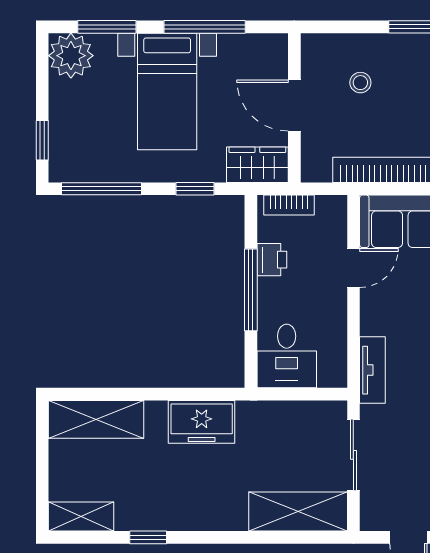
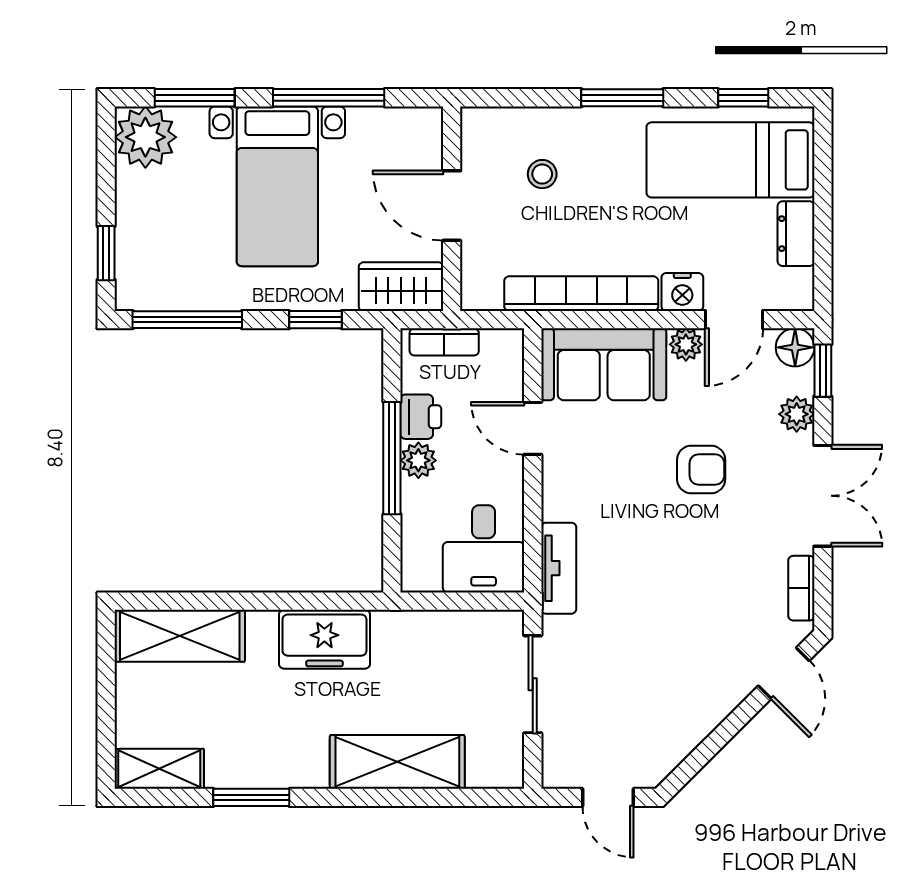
door: (353, 268) -> (533, 428), swing flipped
plant: (270, 291) -> (418, 460), added
desk: (287, 356) -> (484, 549), moved
shelving: (298, 511) -> (397, 762), moved
window: (148, 537) -> (251, 797), width x1.50

